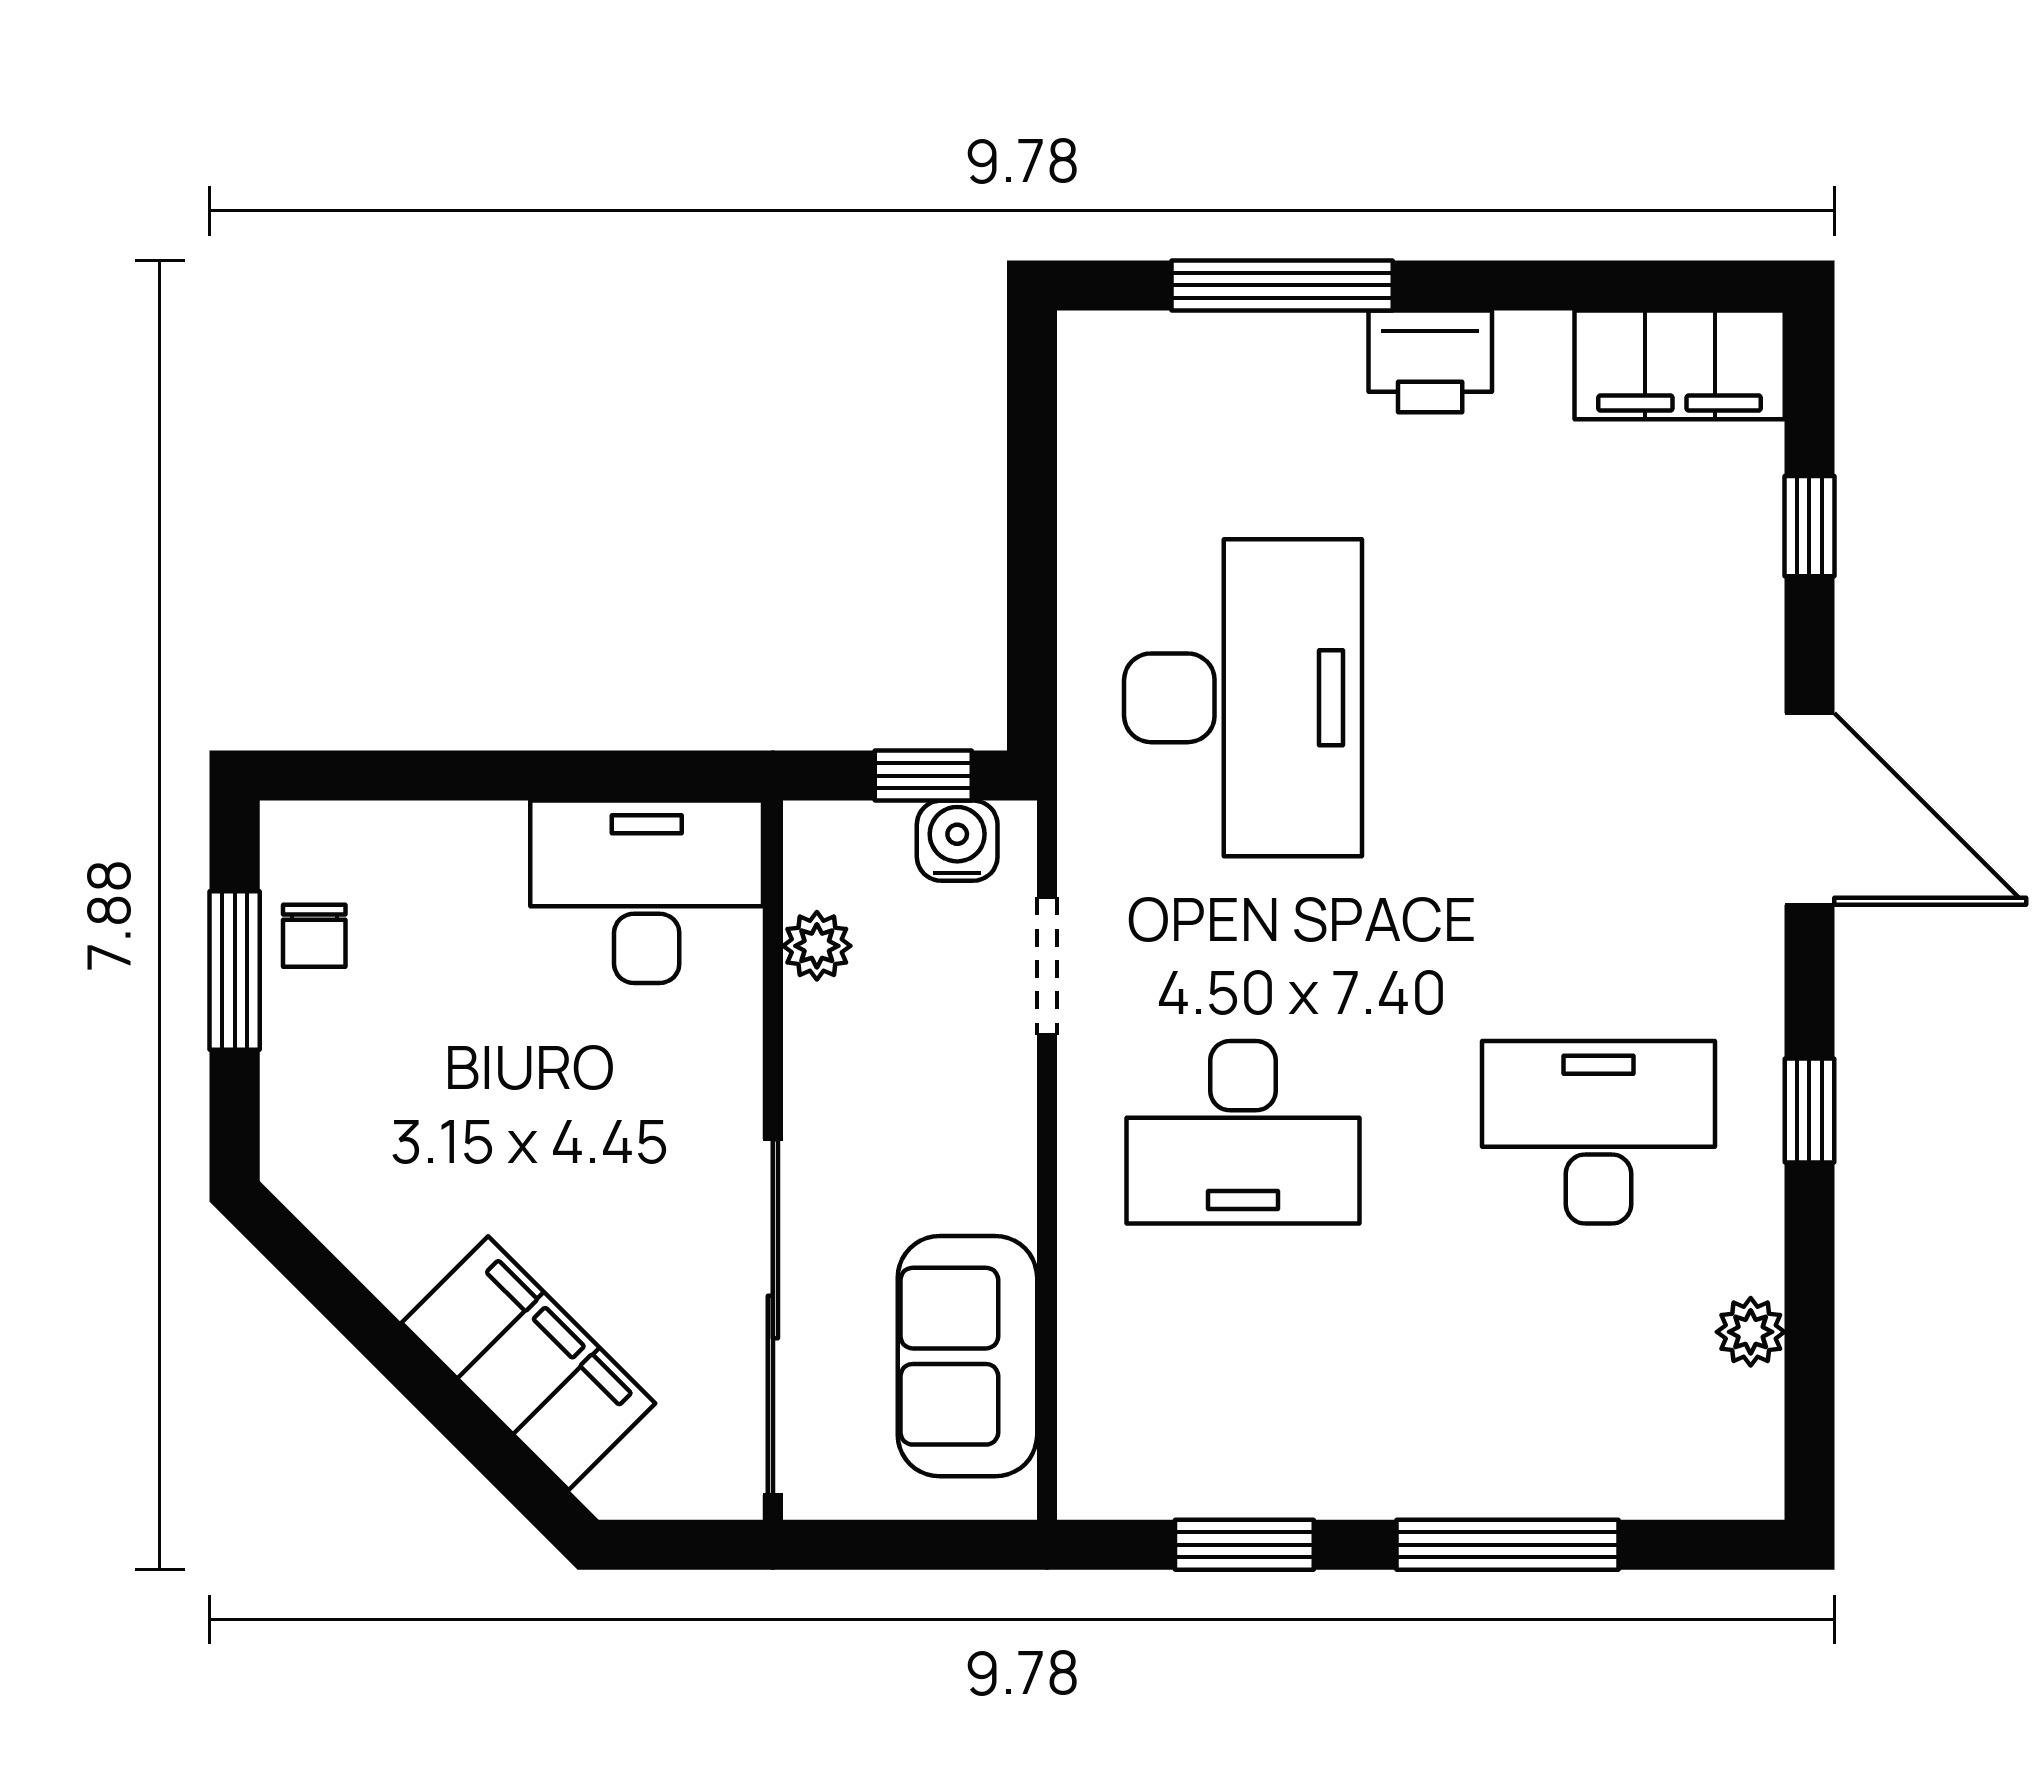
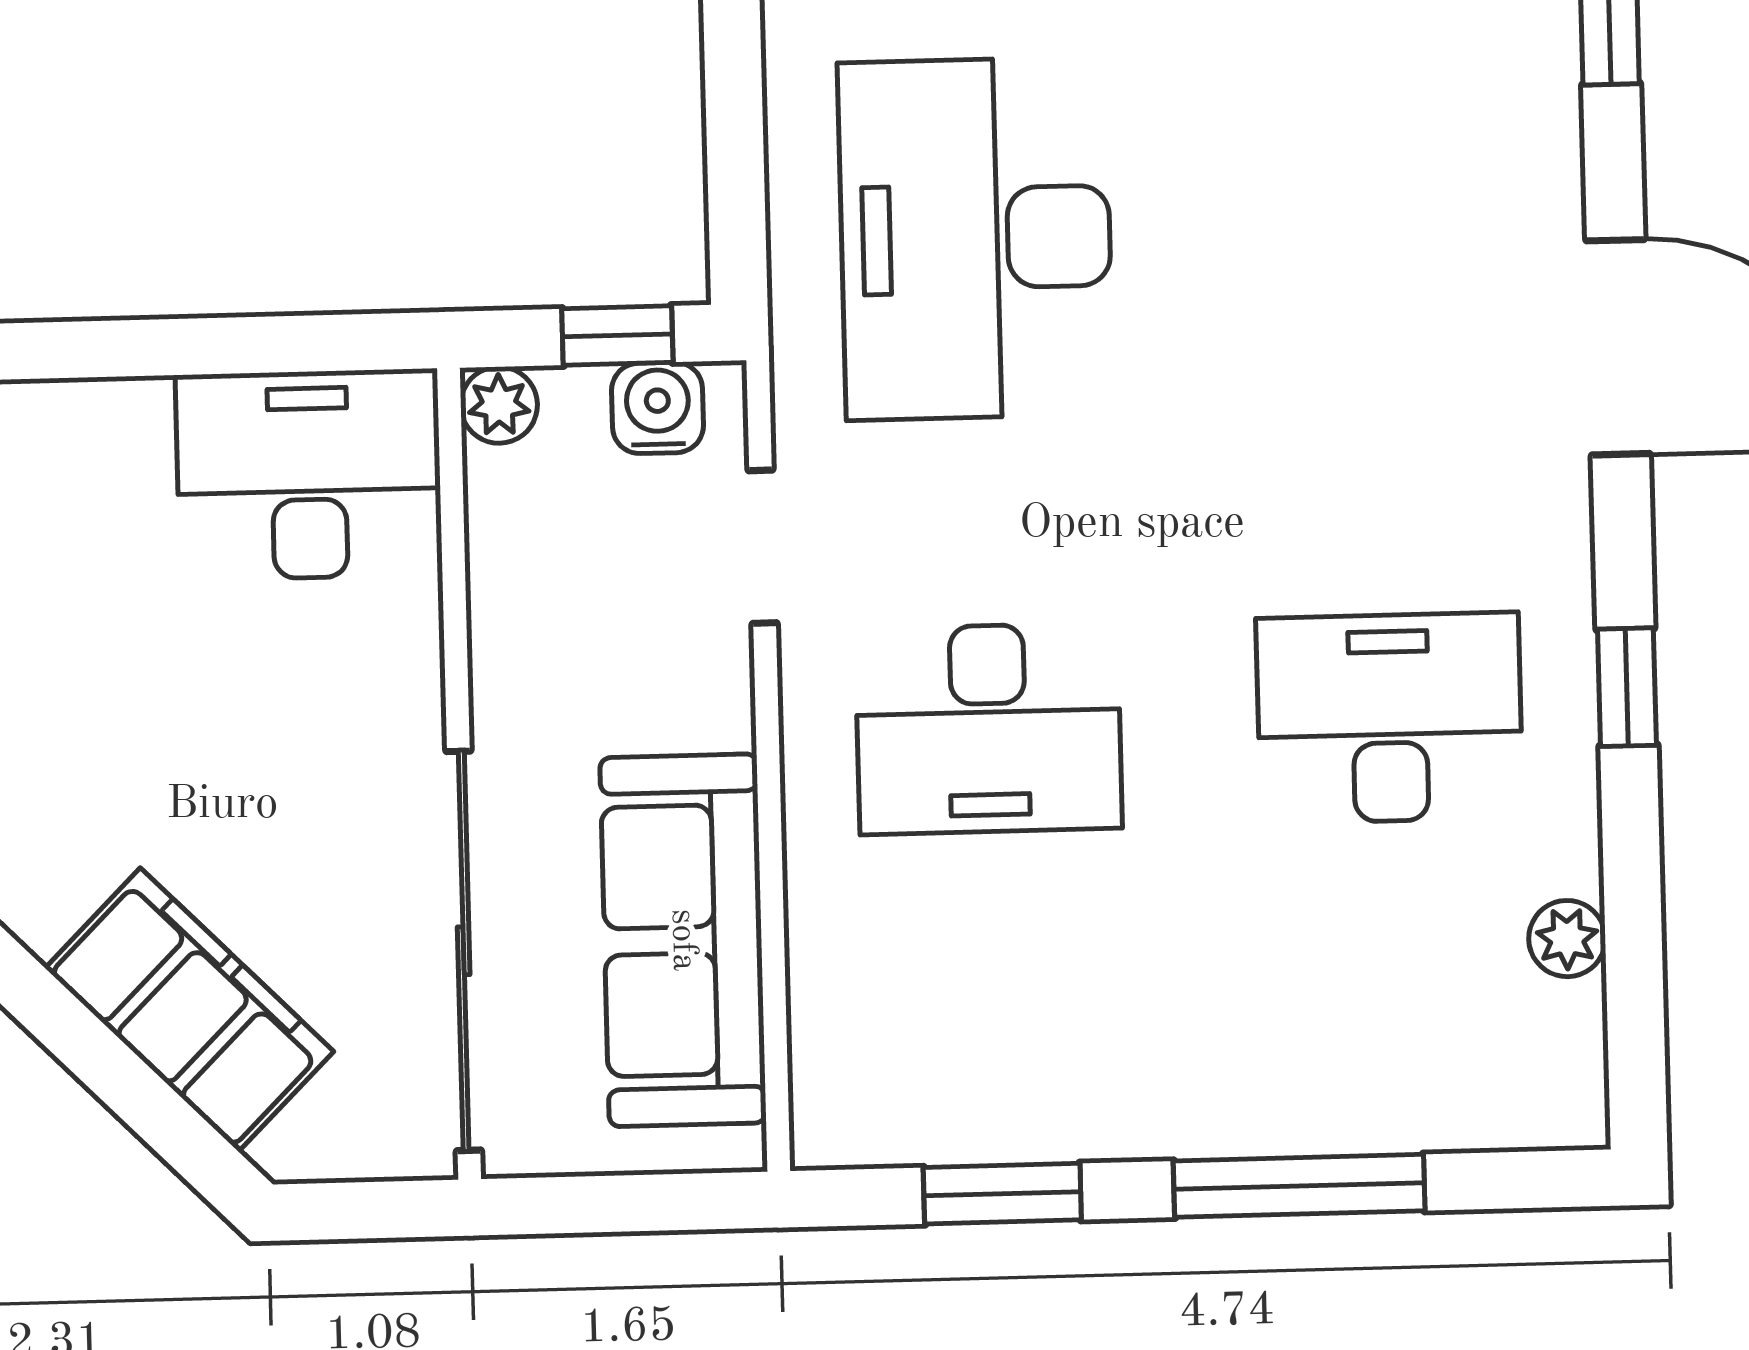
desk: (1243, 698) -> (976, 238), turned 180
plant: (817, 946) -> (499, 405), moved
sofa: (967, 1356) -> (683, 940), width x1.36

